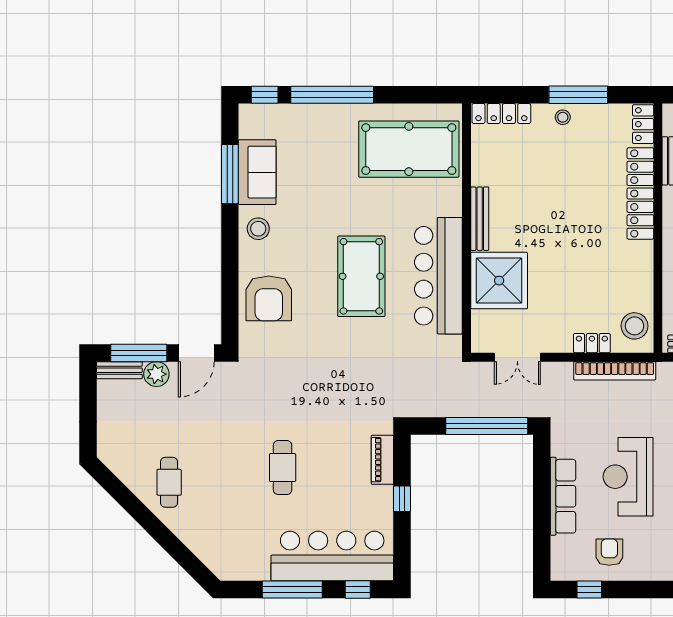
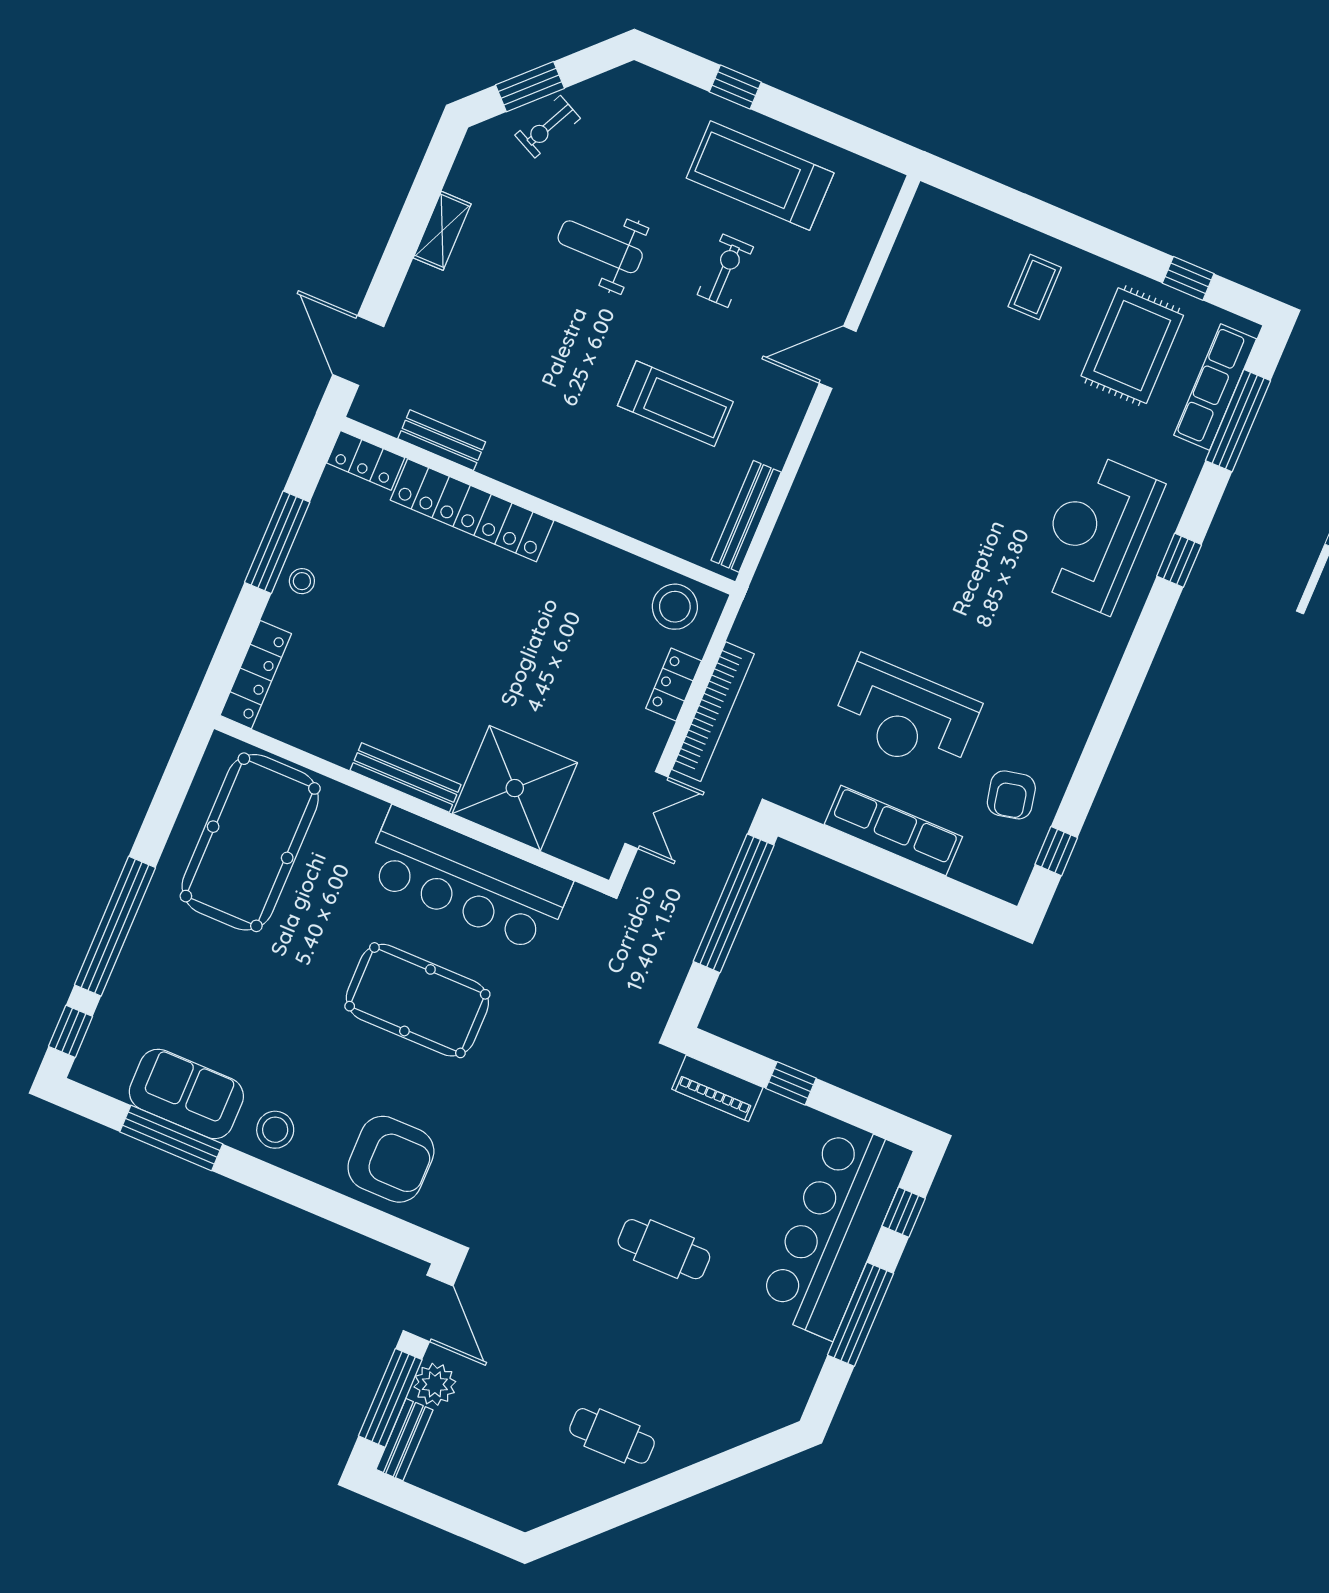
bookcase: (615, 371) -> (713, 712), moved
armchair: (609, 552) -> (1011, 795), turned -102

